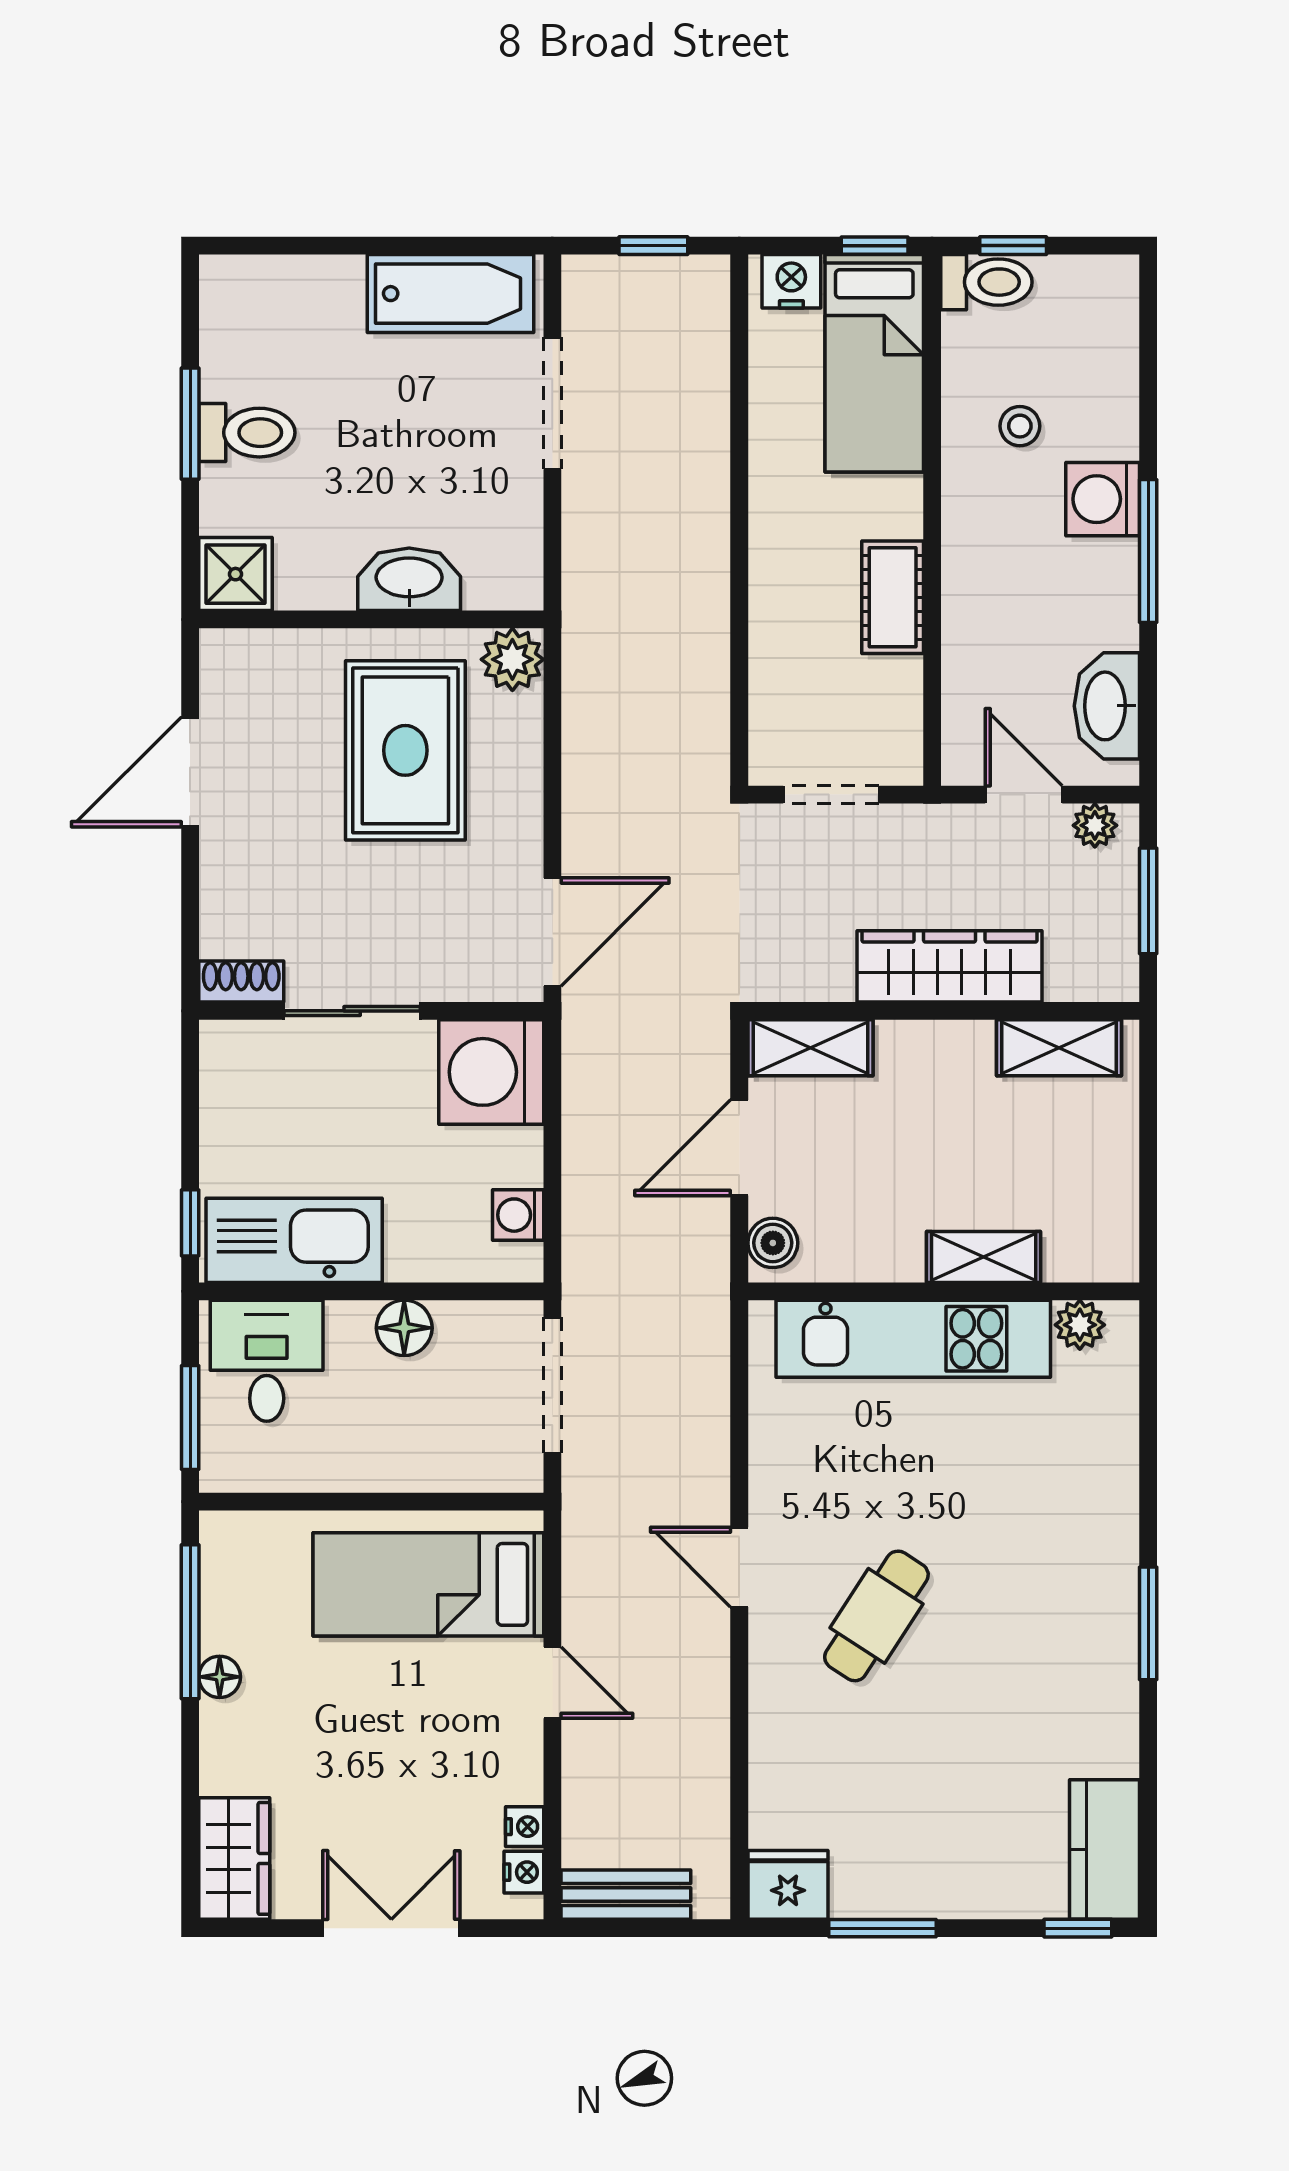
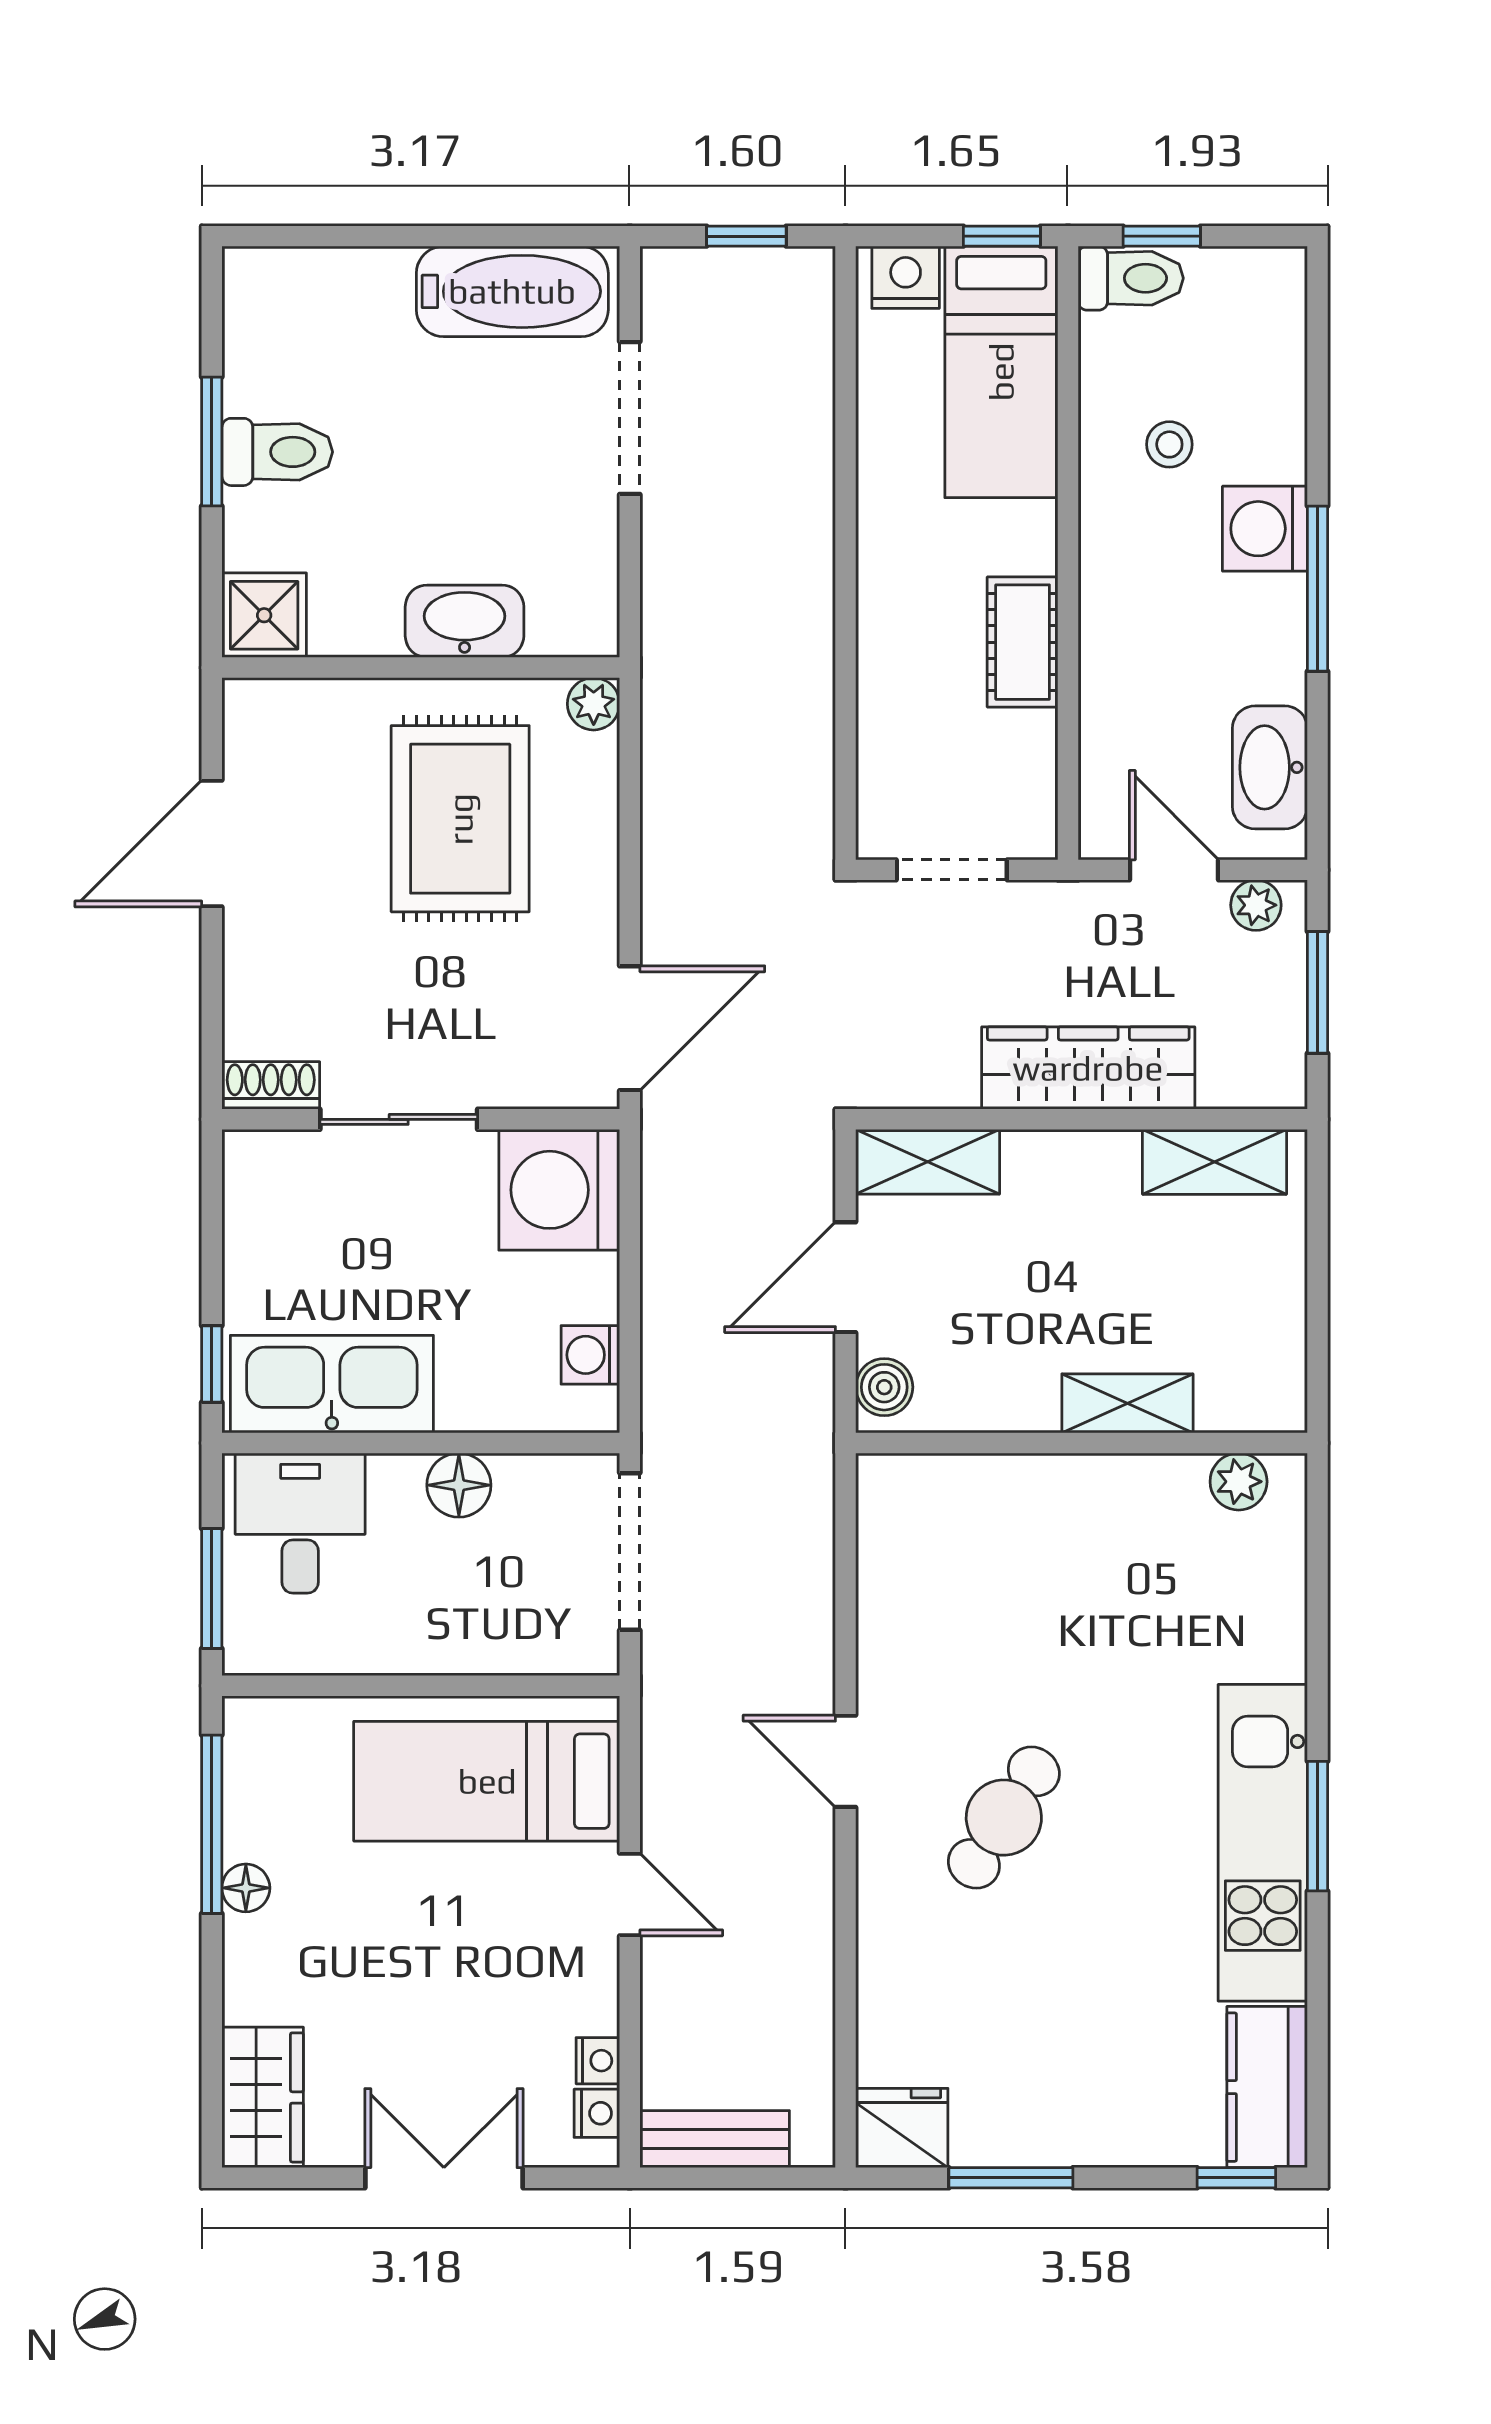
plant: (512, 659) -> (594, 704), width x0.73, depth x0.73
kitchen unit: (913, 1339) -> (1263, 1843), moved, turned 90

